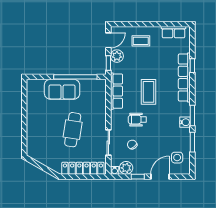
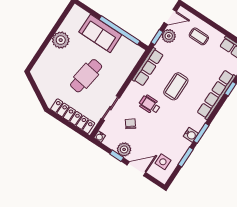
plant: (34, 115) -> (61, 40), added
plant: (126, 168) -> (124, 149), moved

